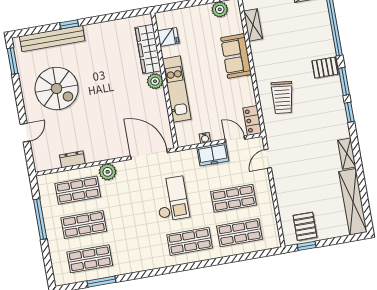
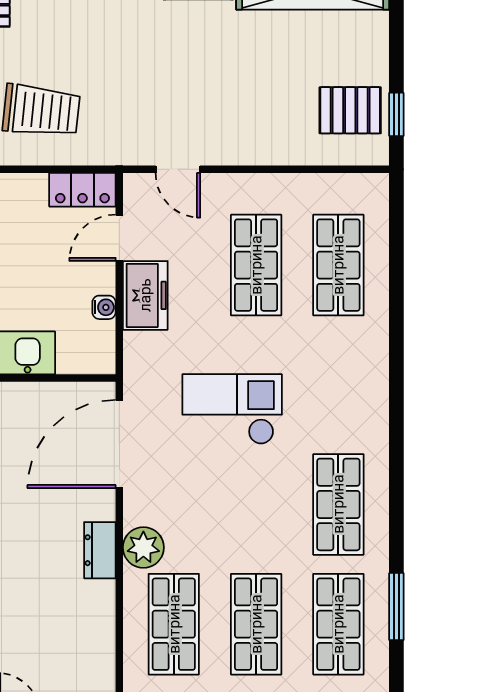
dresser: (72, 159) -> (100, 550), moved
shop shelf: (190, 241) -> (338, 504), moved

